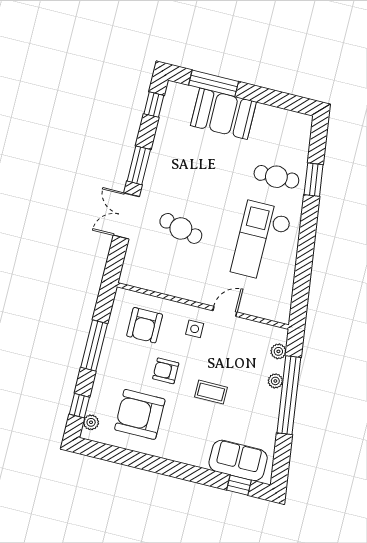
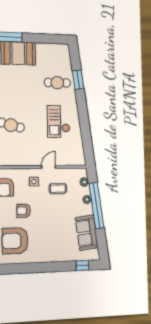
checkout: (262, 241) -> (59, 121), width x0.73, depth x0.83
coffee table: (211, 392) -> (58, 189), moved
sofa: (238, 461) -> (87, 233), moved, turned -97

